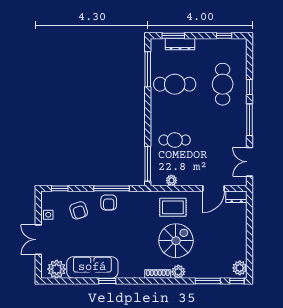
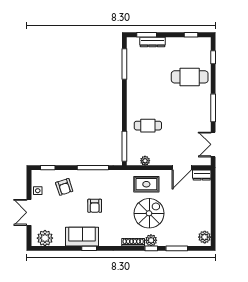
cafe table: (175, 84) -> (148, 77), removed
cafe table: (223, 84) -> (190, 77), turned 90
window: (249, 87) -> (213, 57), moved
armchair: (109, 202) -> (95, 206), moved
sofa: (92, 267) -> (82, 237), width x0.73
window: (237, 281) -> (151, 248), moved

